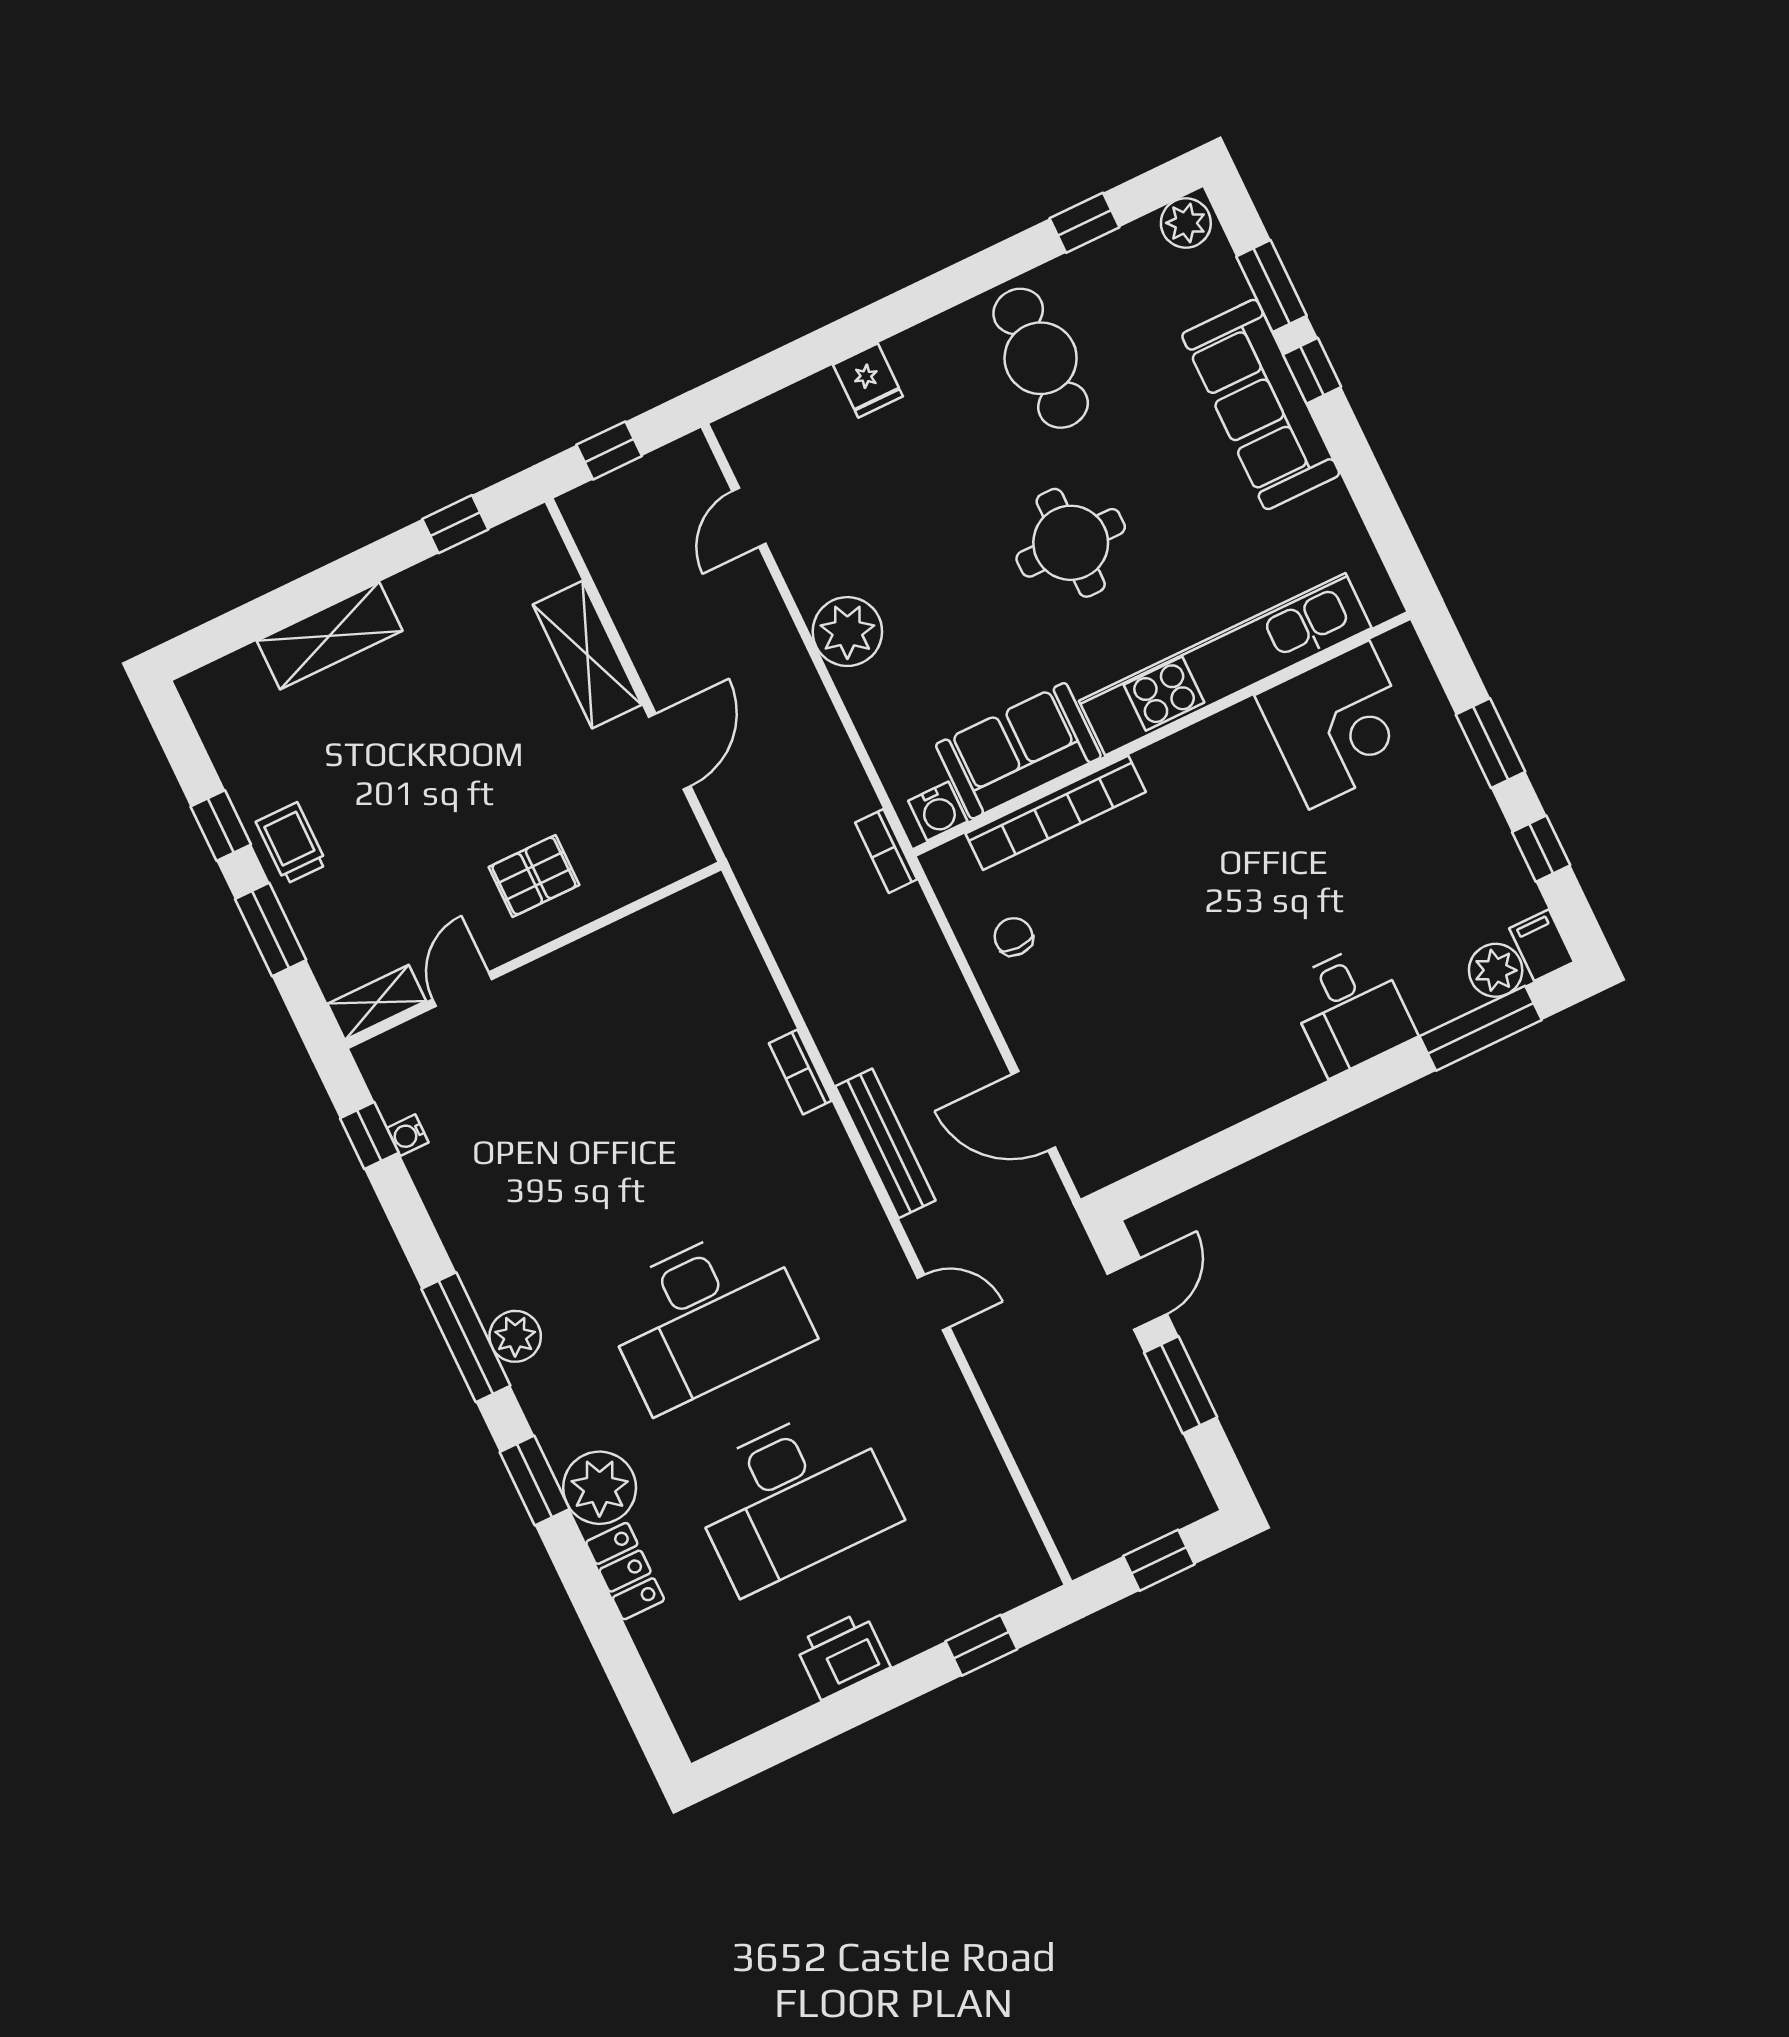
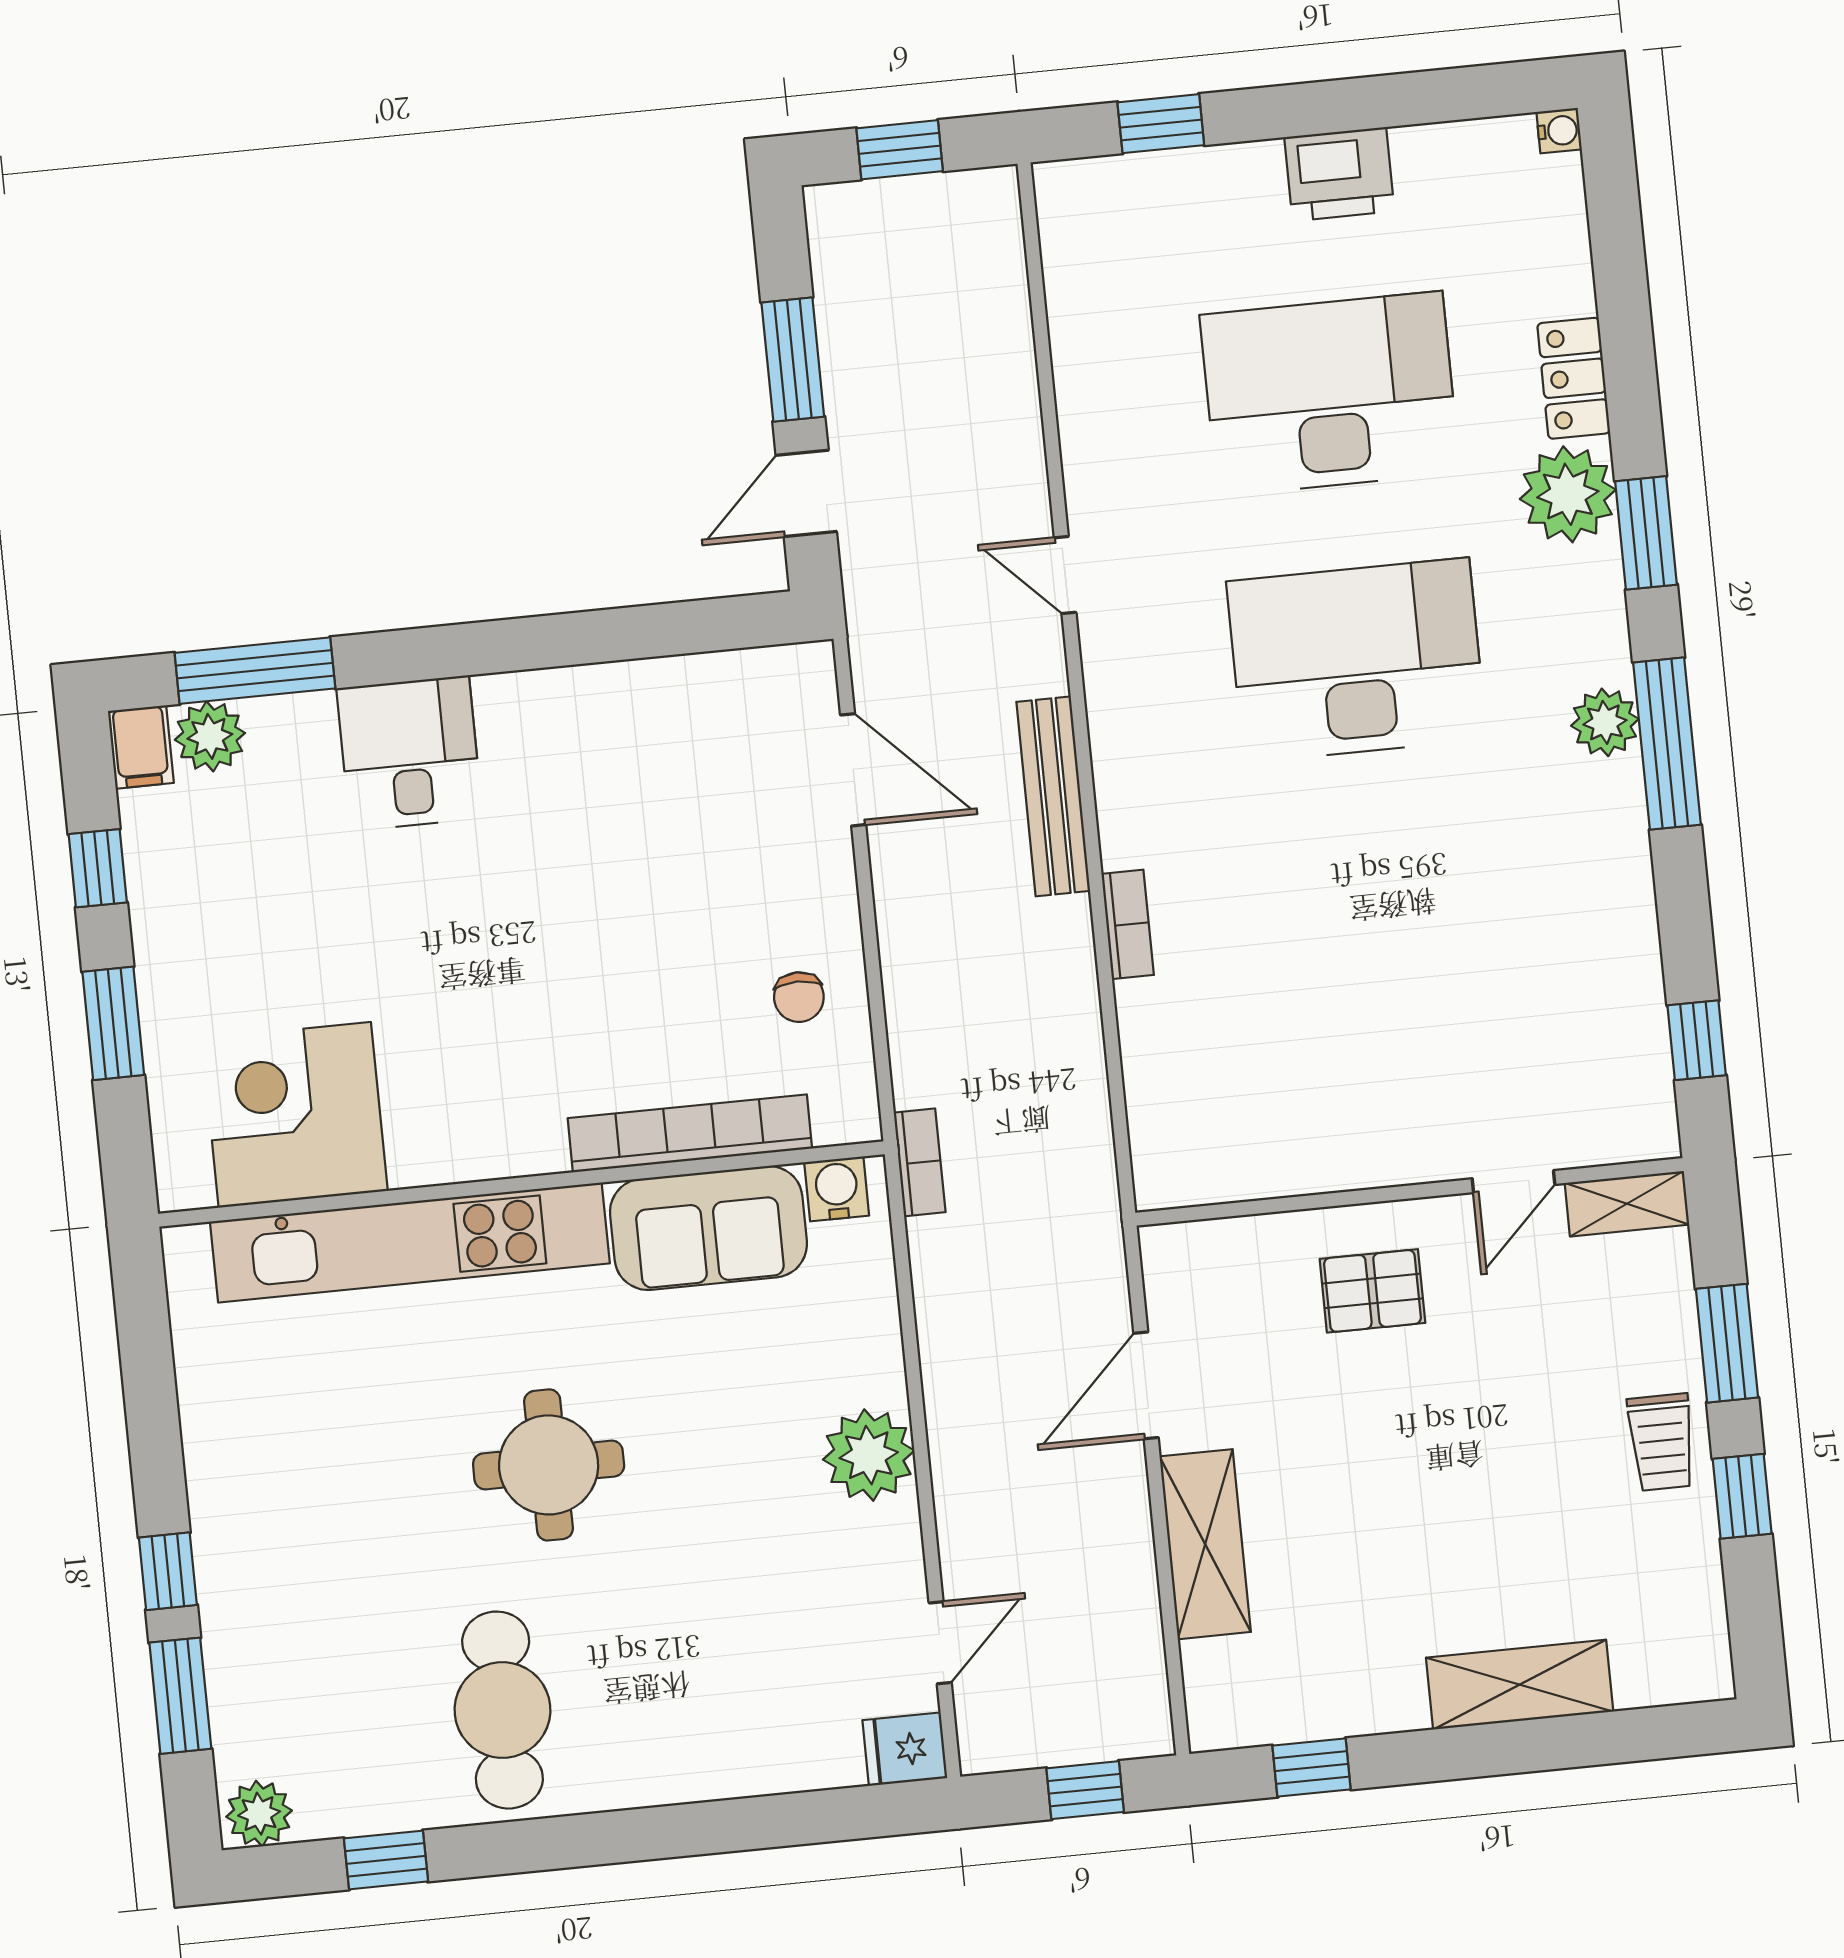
fridge: (868, 381) -> (905, 1749), moved, turned -90
sofa: (1261, 404) -> (248, 1552), removed
water cooler: (408, 1135) -> (1559, 131), moved

